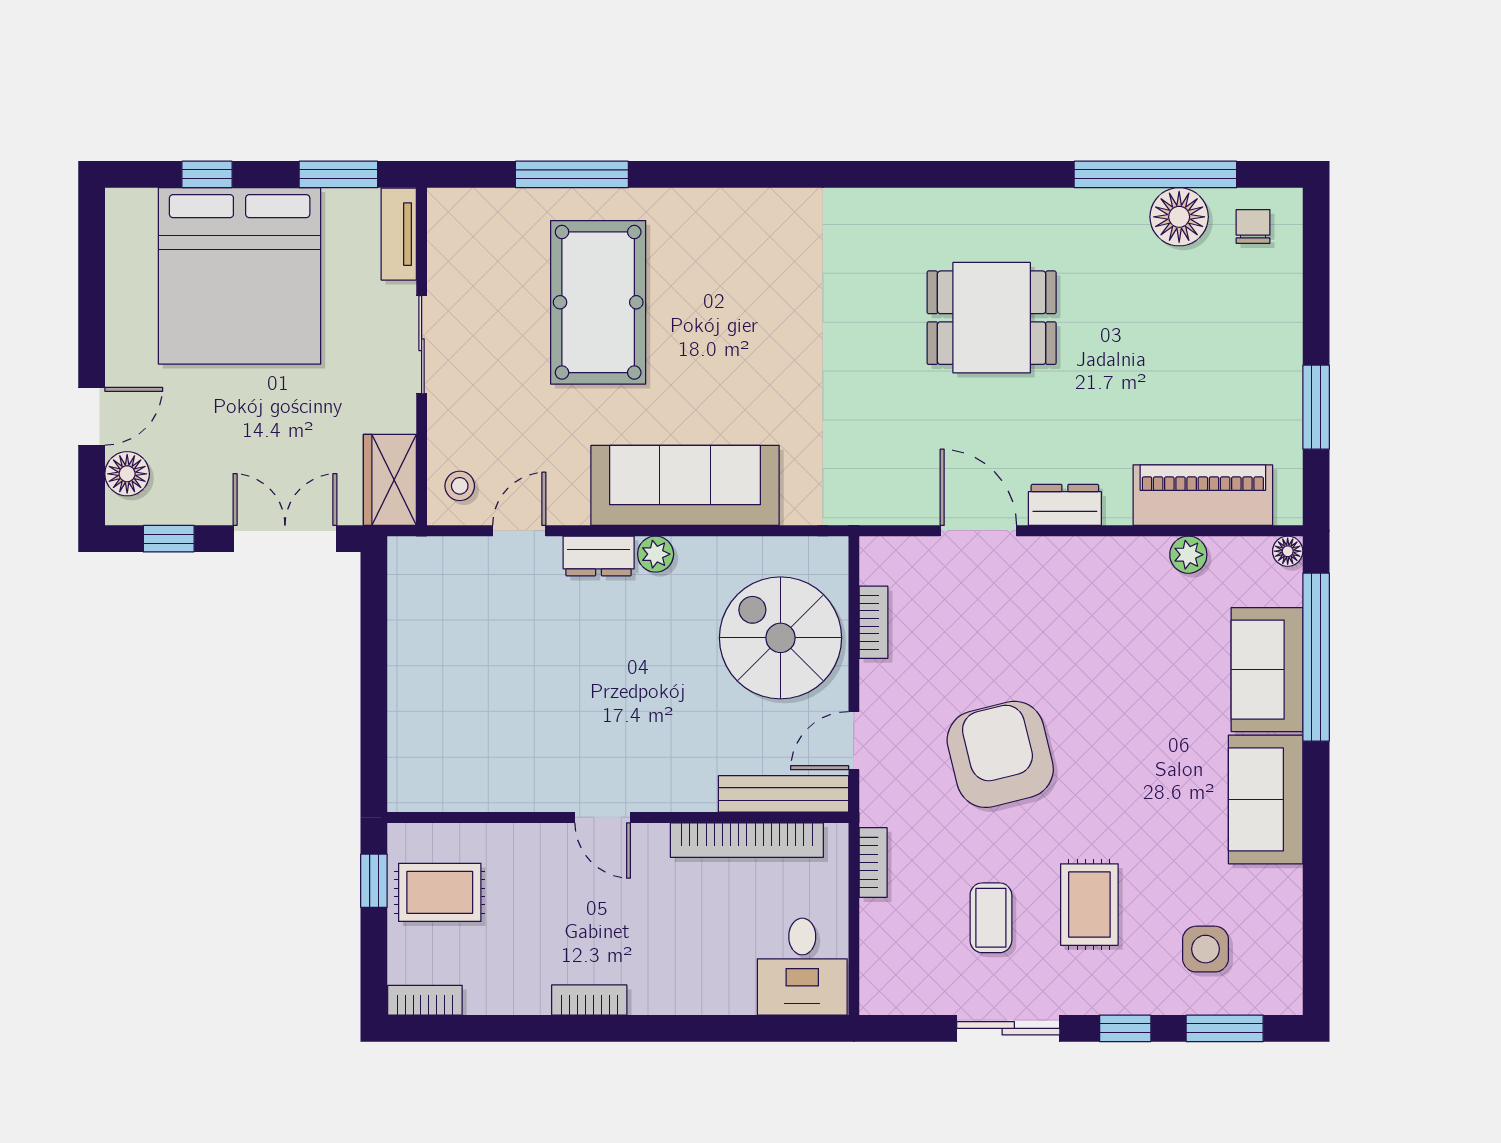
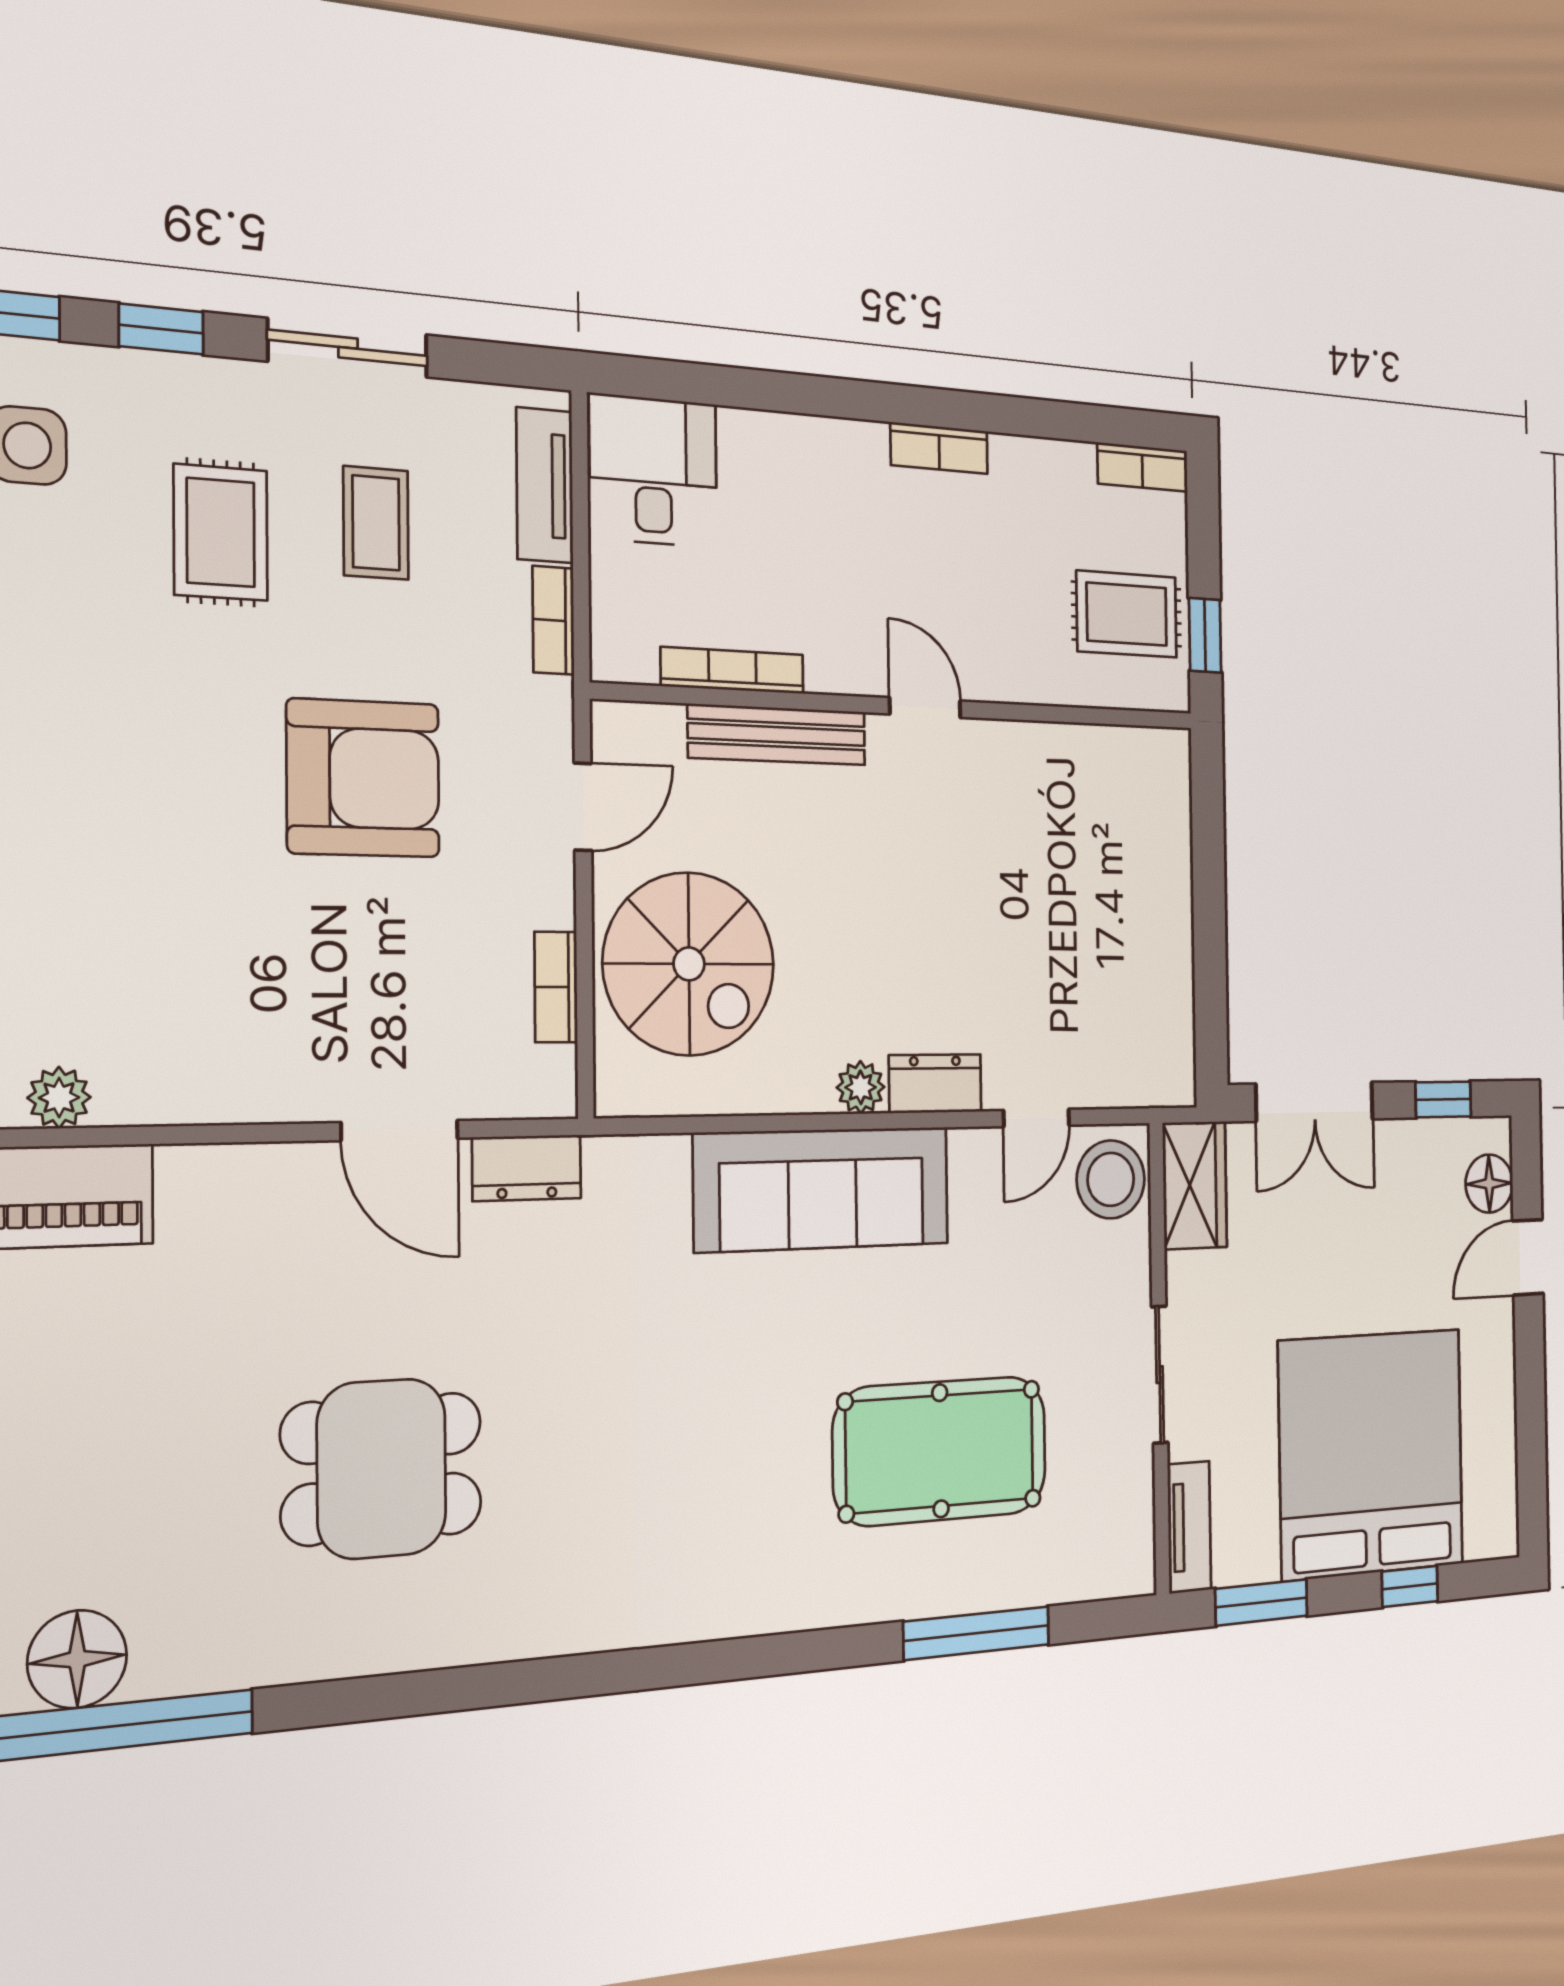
pool table: (598, 302) -> (940, 1451), turned 90
stool: (460, 486) -> (1111, 1179), width x1.89, depth x1.89
dresser: (1065, 505) -> (527, 1168), moved
armchair: (1000, 754) -> (363, 778), turned -76
bench: (783, 794) -> (777, 735), moved
bookcase: (747, 840) -> (733, 670), width x0.68, depth x0.76
tv unit: (878, 951) -> (545, 485), added

